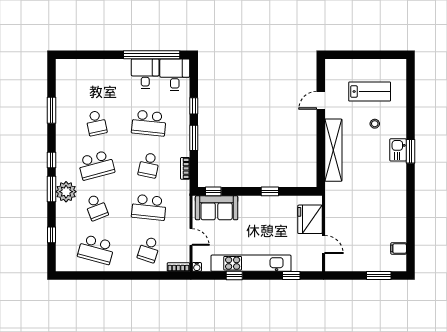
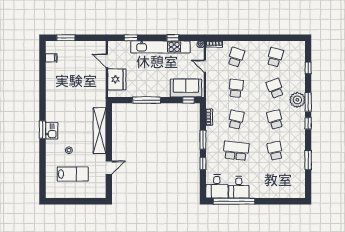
lab bench: (370, 92) -> (73, 174), turned 180
school desk: (96, 165) -> (275, 120), width x0.54
window: (270, 191) -> (147, 100), width x2.17
school desk: (149, 207) -> (236, 88), width x0.54
school desk: (96, 249) -> (275, 57), width x0.54

